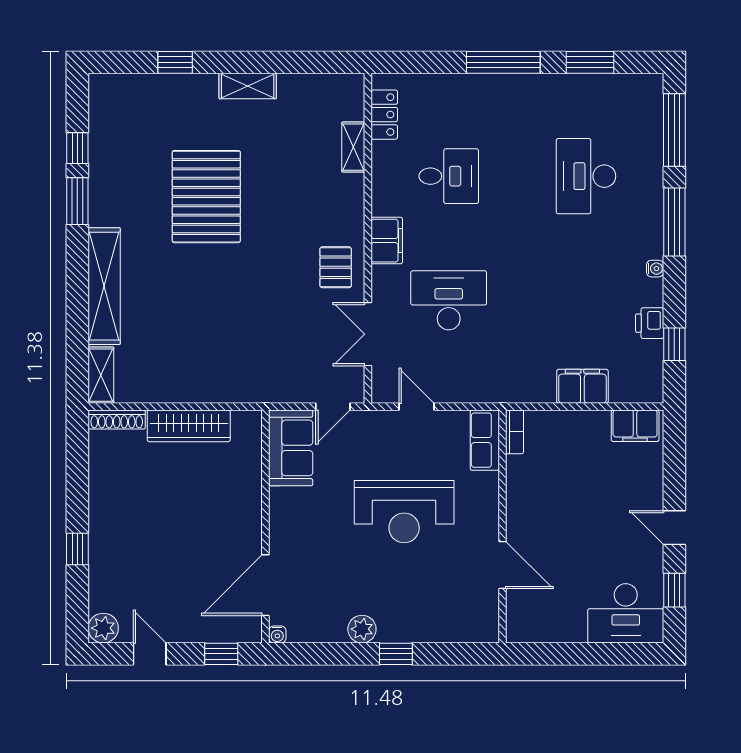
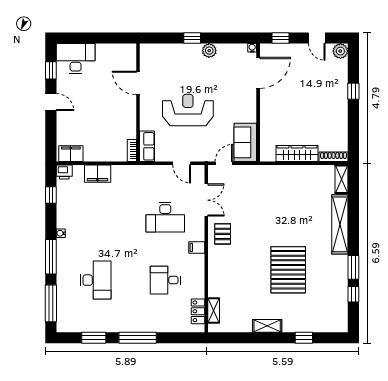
shelving: (353, 147) -> (214, 311), moved
filing cabinet: (387, 241) -> (197, 247), width x0.50
printer: (650, 323) -> (64, 172), moved, turned 90

